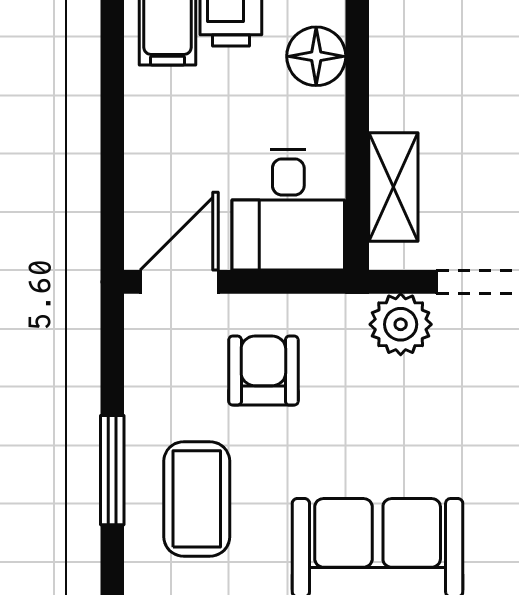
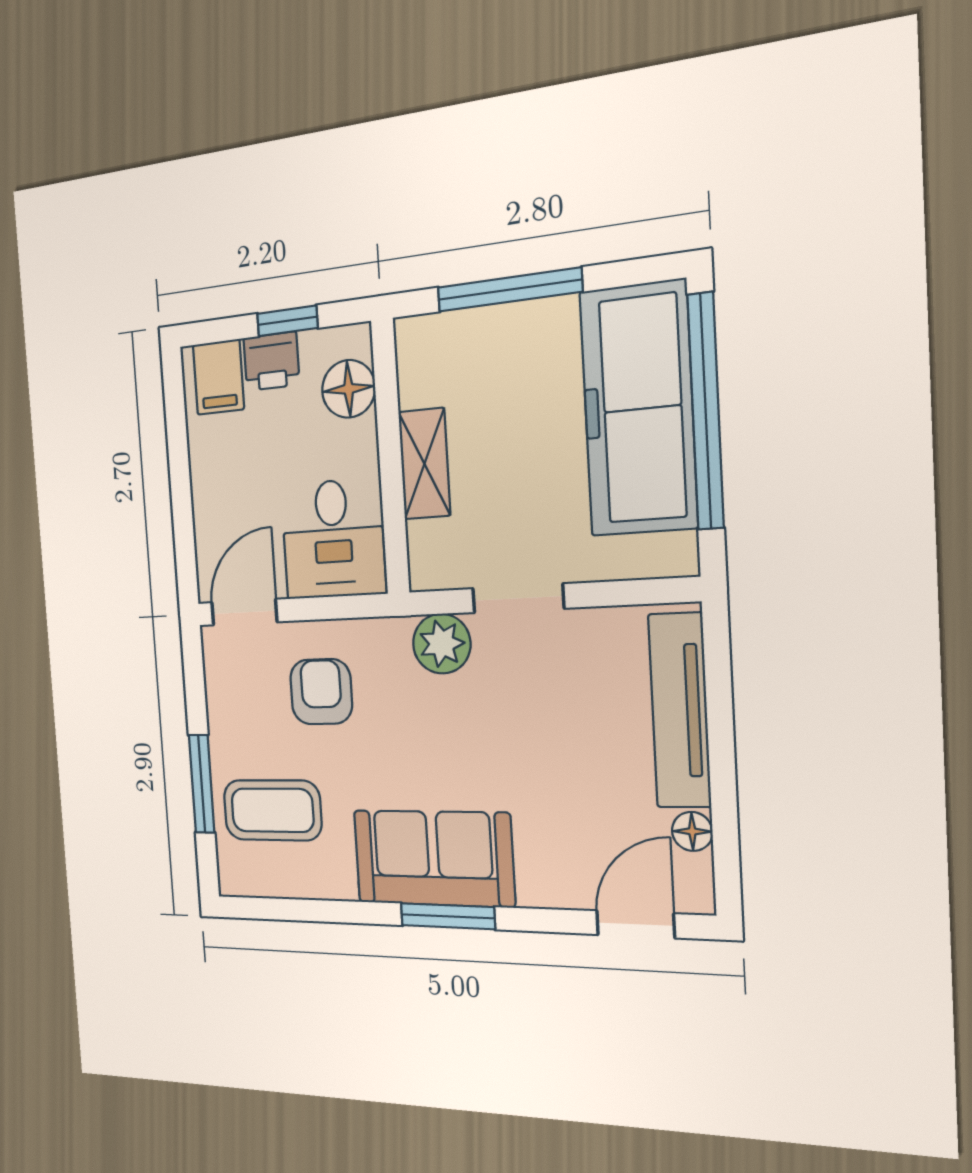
shelving: (393, 187) -> (424, 464), moved
coffee table: (197, 499) -> (272, 810), turned 90

